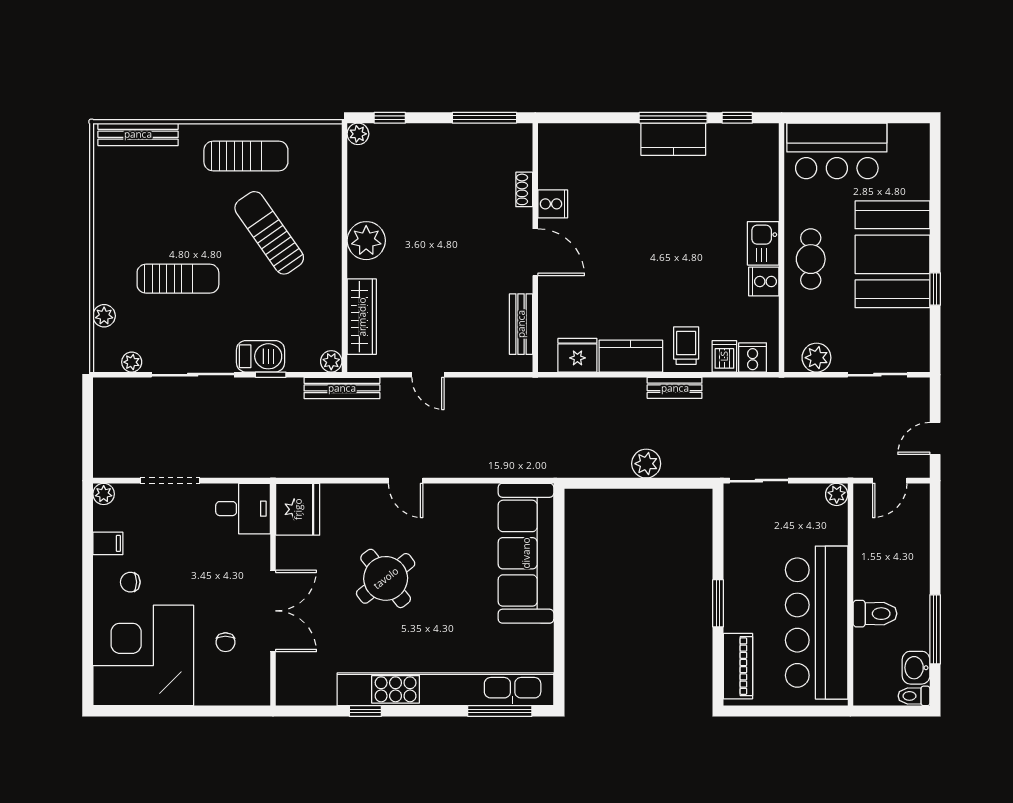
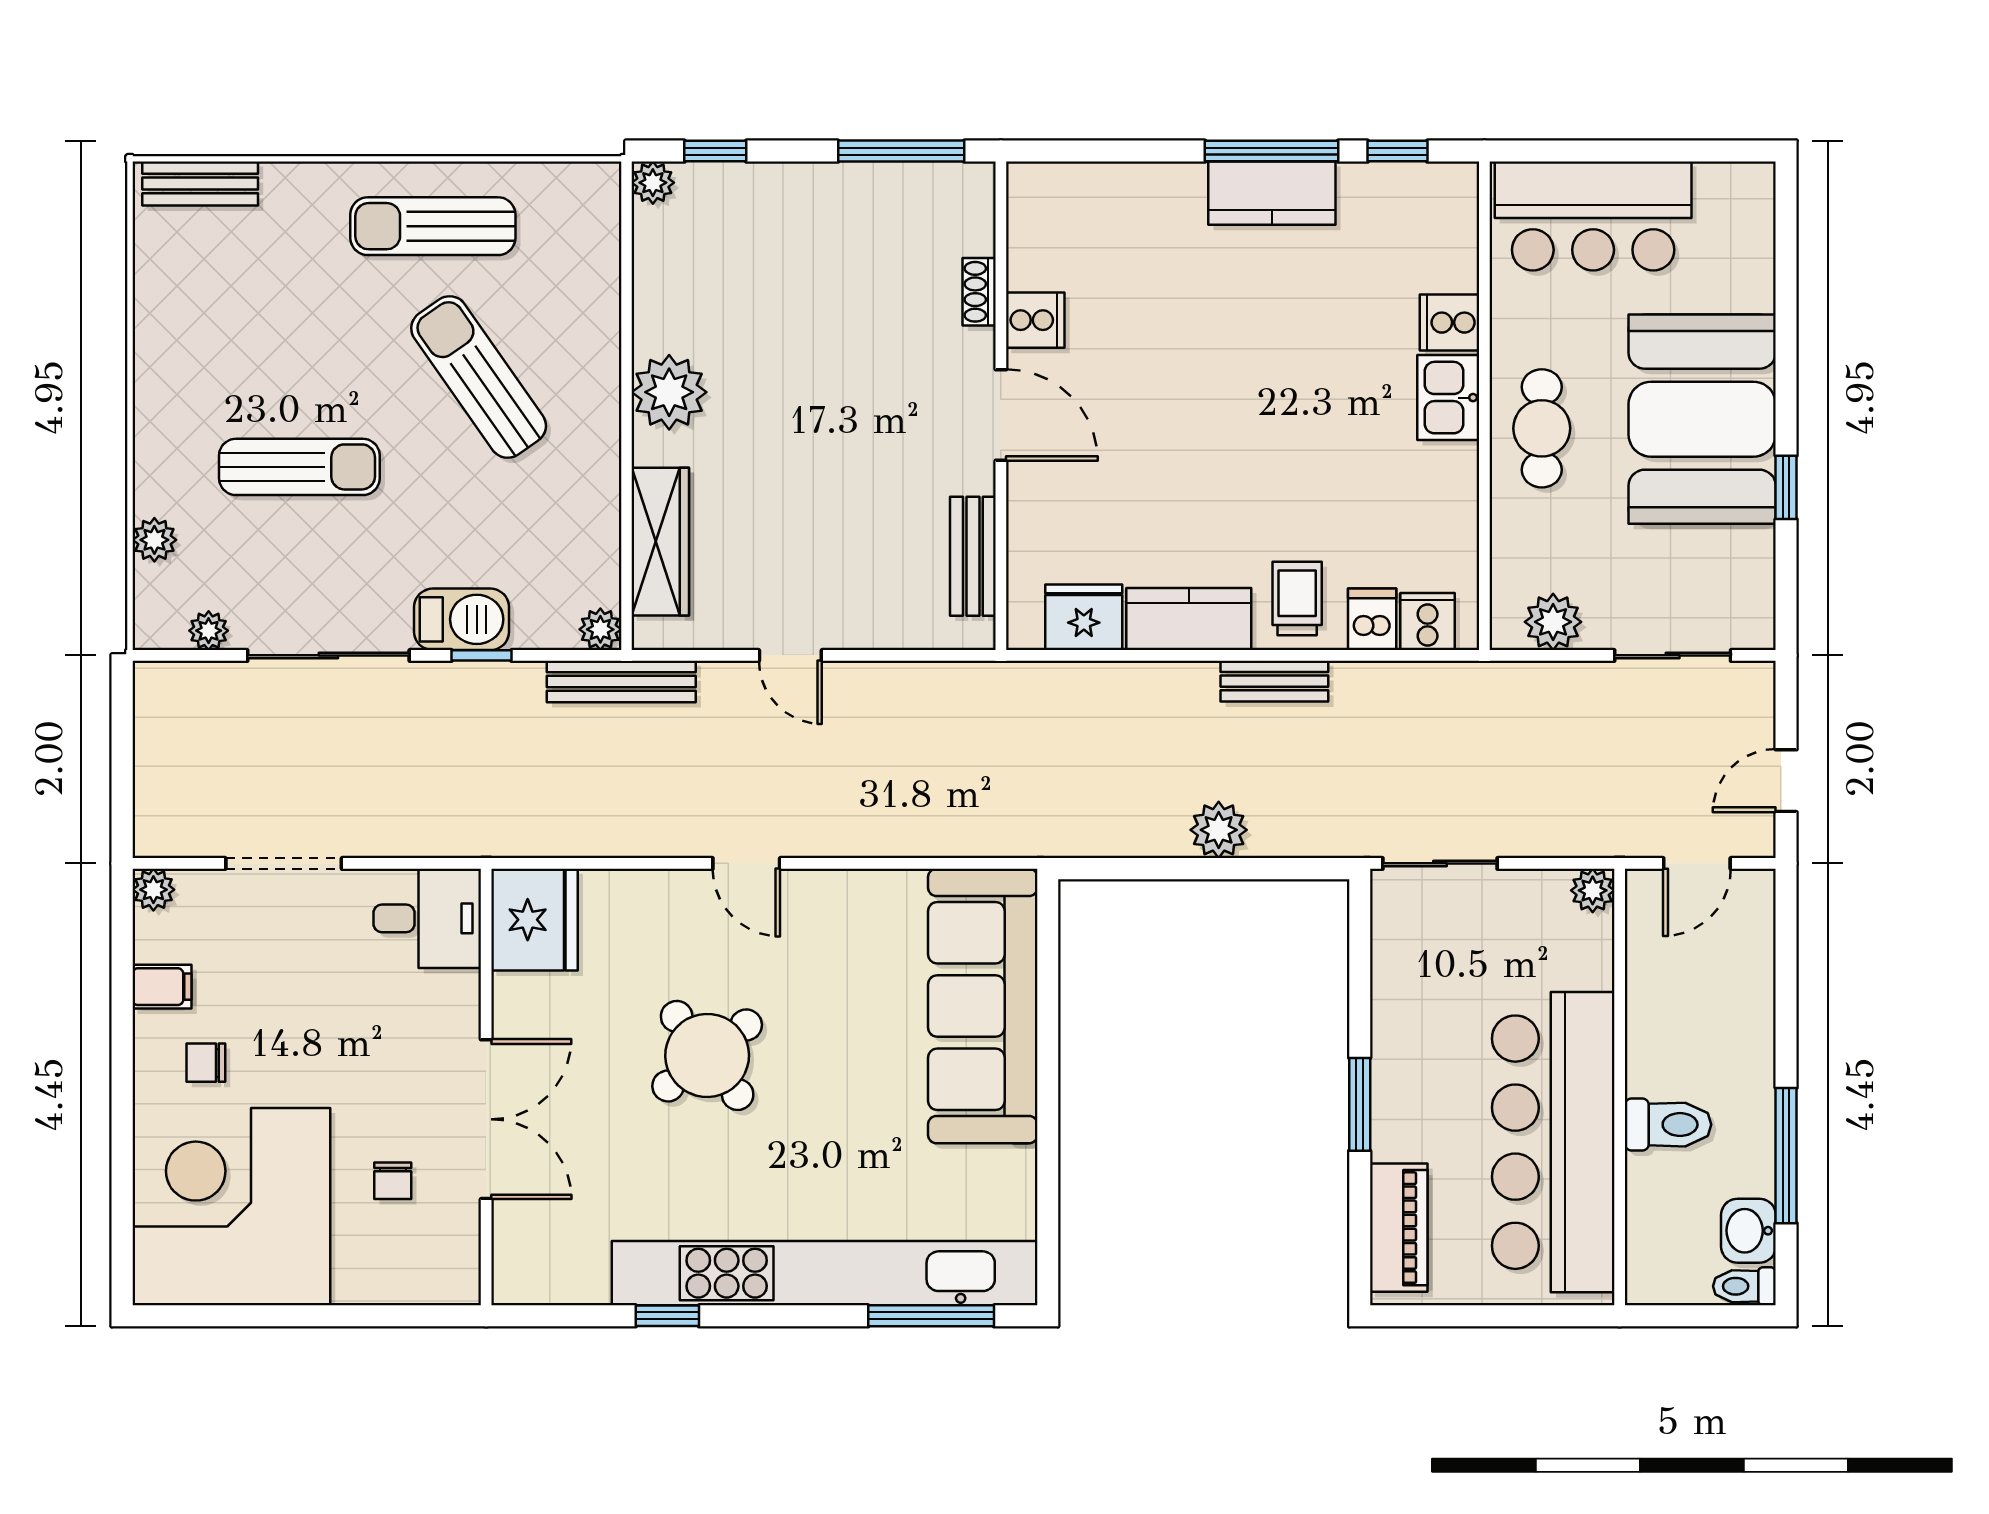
bench: (138, 134) -> (200, 184), width x0.73
sun lounger: (246, 156) -> (433, 226), turned 180
cooker: (764, 282) -> (1450, 323), moved

